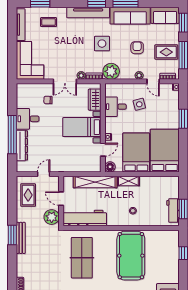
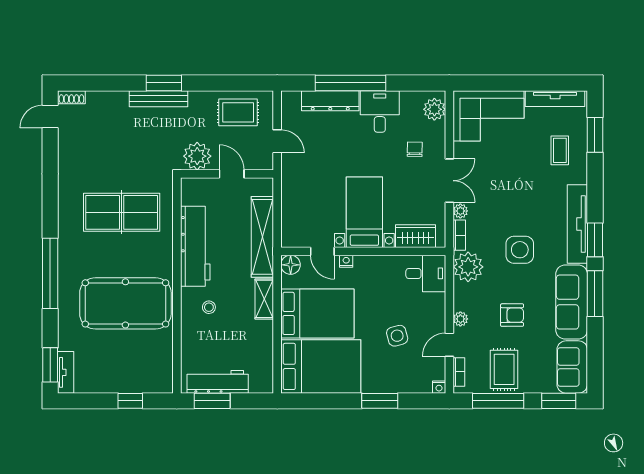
double door: (65, 81) -> (449, 181), swing flipped
plant: (26, 89) -> (434, 109), added
side table: (139, 104) -> (397, 336), moved
desk: (116, 107) -> (426, 273), moved, turned 90
door: (61, 199) -> (232, 174), hinge flipped
workbench: (173, 211) -> (218, 382), width x1.38
workbench: (85, 218) -> (195, 246), moved

